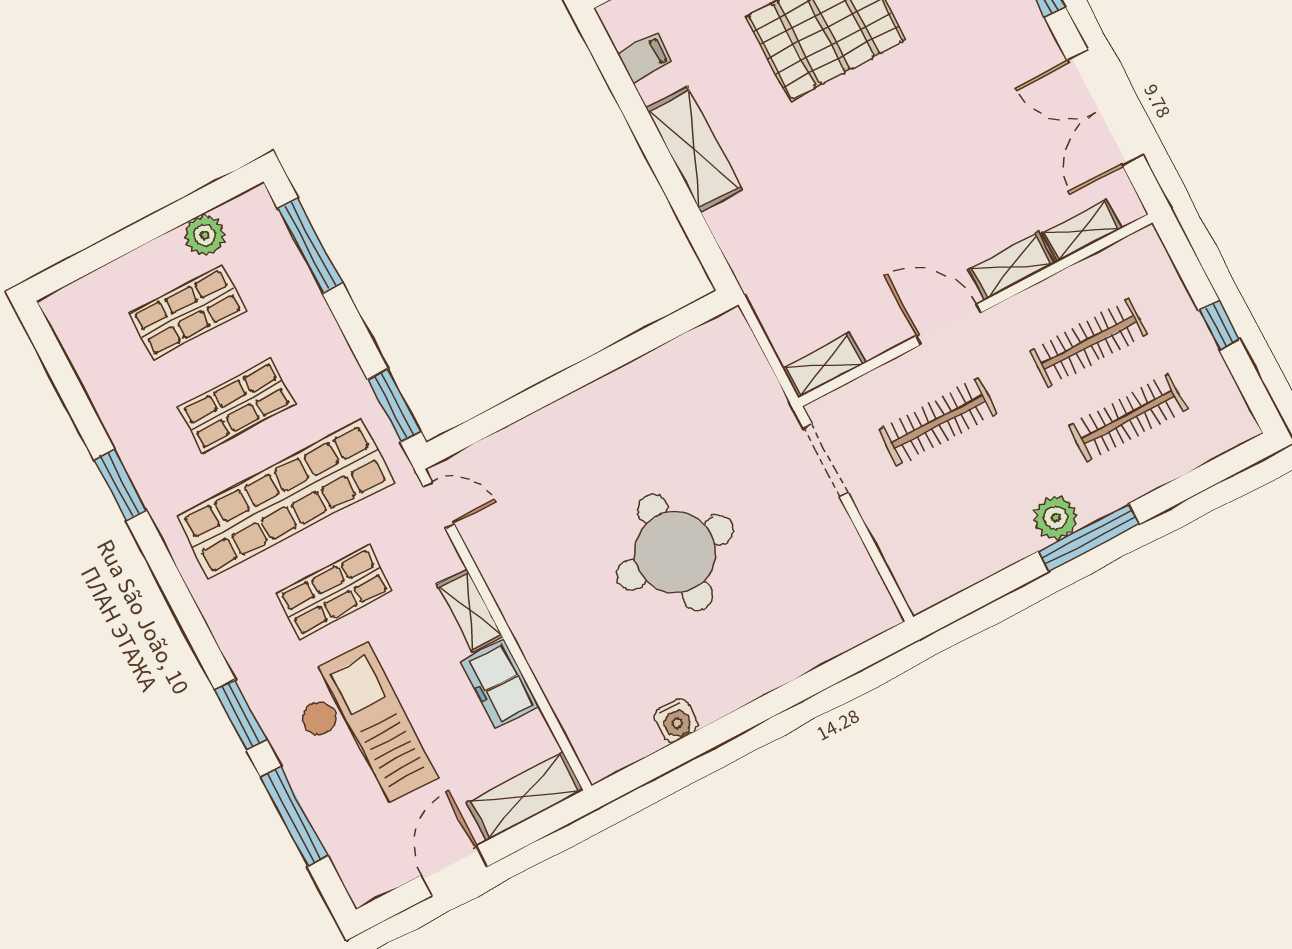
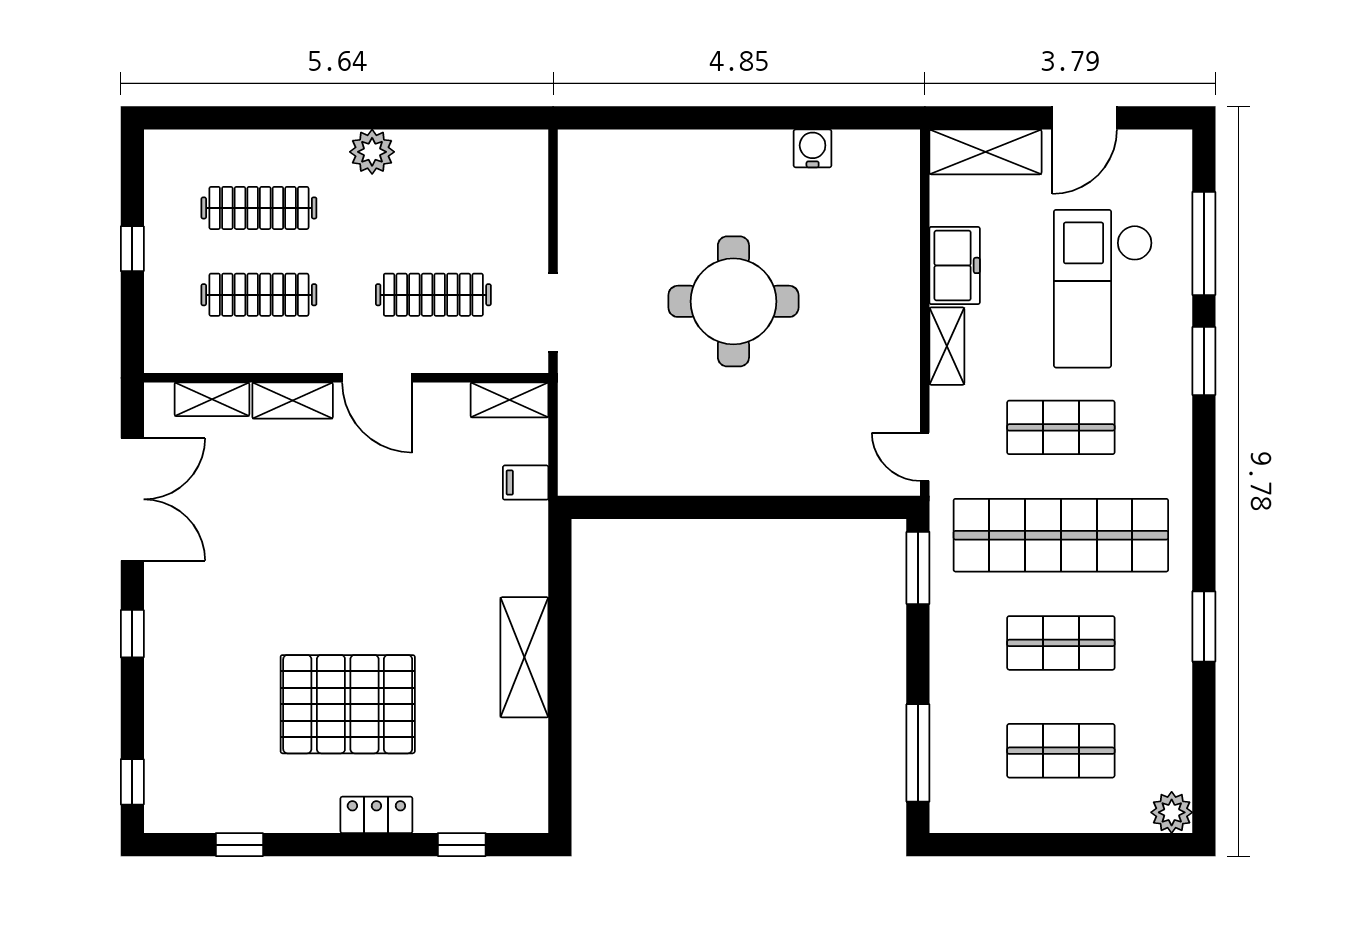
filing cabinet: (645, 58) -> (526, 483), moved
plant: (205, 235) -> (1172, 812), moved
window: (1089, 538) -> (352, 118), removed

